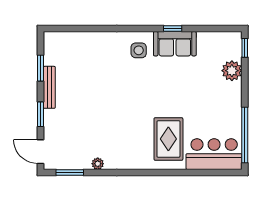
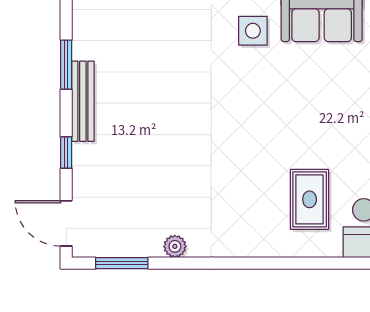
window: (40, 114) -> (66, 152), width x0.67
rug: (168, 139) -> (310, 199), width x0.73, depth x0.70

